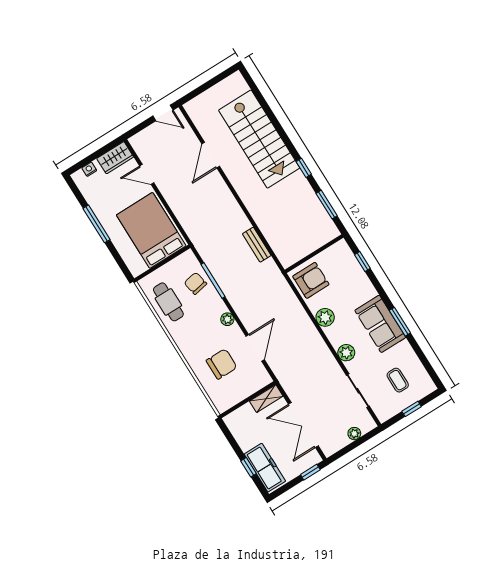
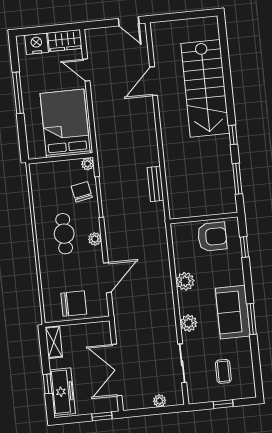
nightstand: (89, 169) -> (36, 44), width x1.89, depth x1.79
plant: (188, 256) -> (88, 164), added
armchair: (311, 280) -> (212, 237), moved
cafe table: (168, 302) -> (64, 234), moved
chair: (222, 364) -> (74, 304), moved
shelving: (266, 399) -> (54, 342), moved, turned 90

